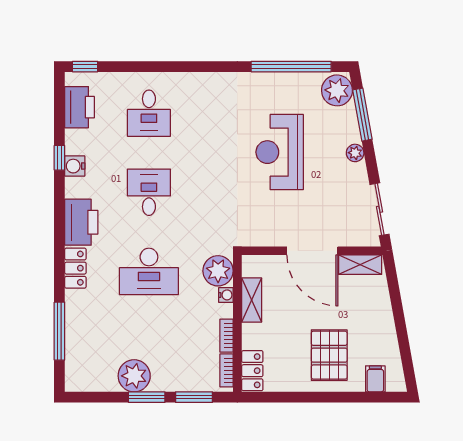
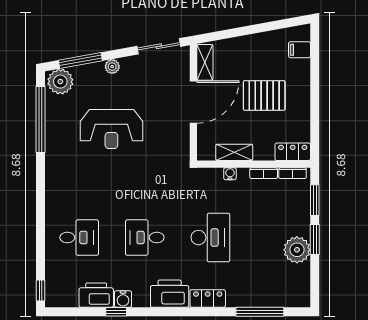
printer: (80, 107) -> (96, 295), moved
plant: (218, 271) -> (210, 180), removed
pallet: (329, 355) -> (264, 95), moved

